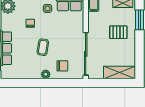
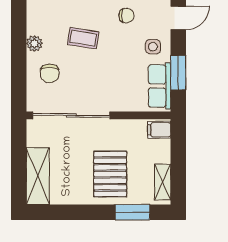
pallet: (118, 32) -> (110, 174), width x1.50, depth x1.42

